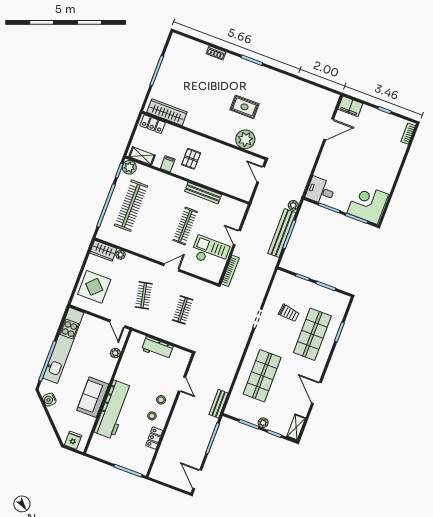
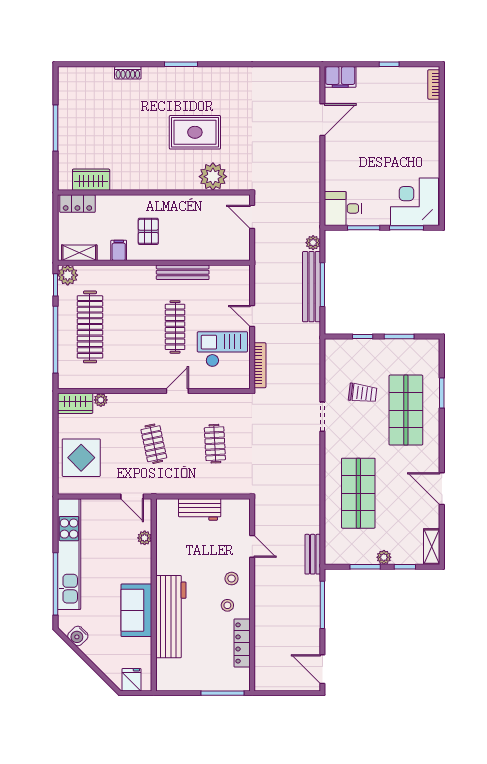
rug: (244, 107) -> (195, 132), width x1.36, depth x1.43
wardrobe: (167, 112) -> (91, 180), width x0.67
locker: (154, 438) -> (242, 643), width x1.53

